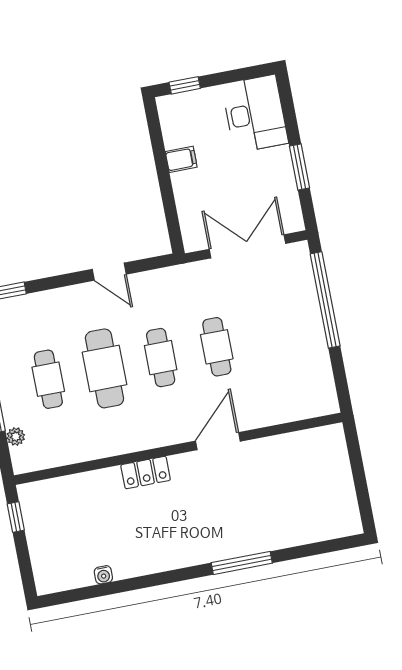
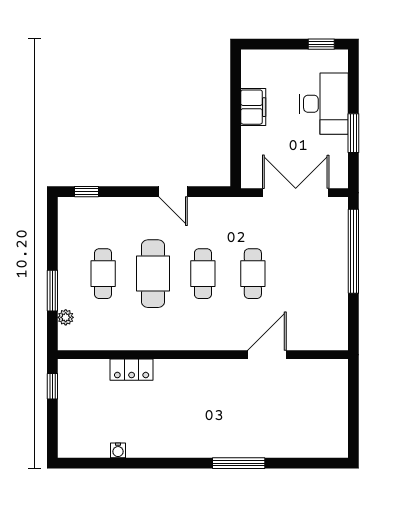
window: (185, 85) -> (321, 44), moved
desk: (255, 114) -> (324, 104), moved
filing cabinet: (181, 159) -> (253, 107), width x2.00
door: (218, 441) -> (267, 355), moved
locker: (146, 472) -> (132, 370), moved

